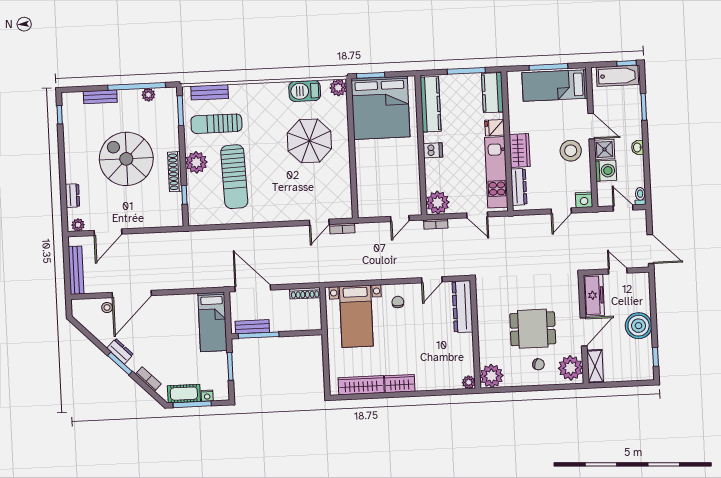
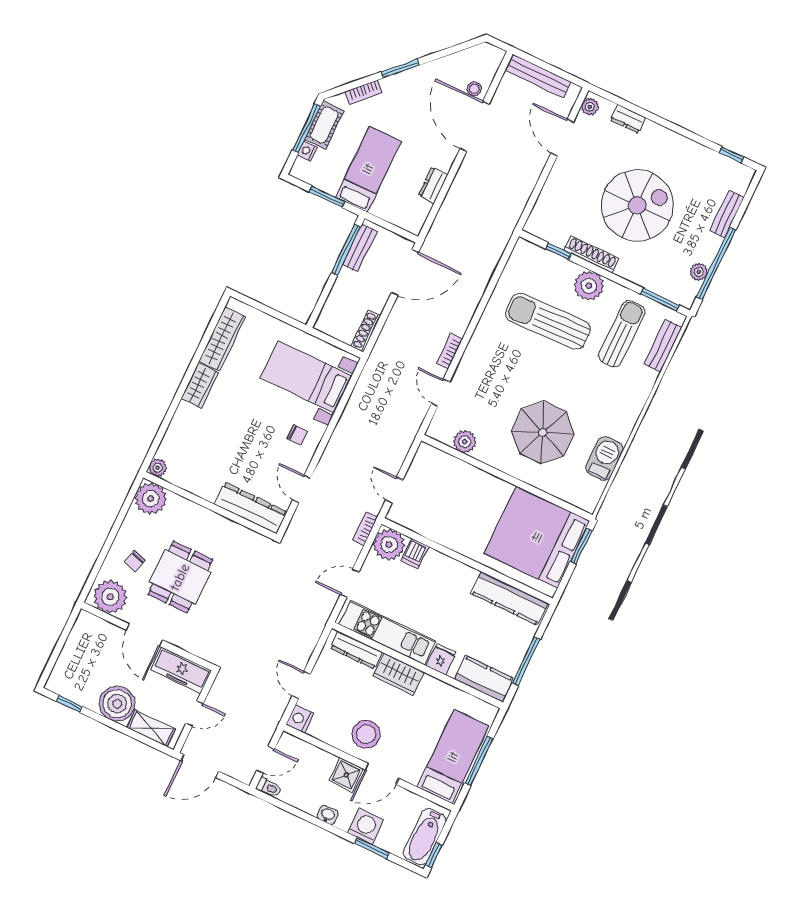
plant: (338, 88) -> (465, 442), moved
dishwasher: (433, 150) -> (415, 553), moved
washing machine: (606, 171) -> (365, 827), moved, turned 180
bookcase: (342, 229) -> (450, 351), moved
bed: (213, 322) -> (368, 169), moved, turned 90
dresser: (120, 351) -> (433, 185), moved, turned 135
shelving: (595, 366) -> (151, 728), moved

